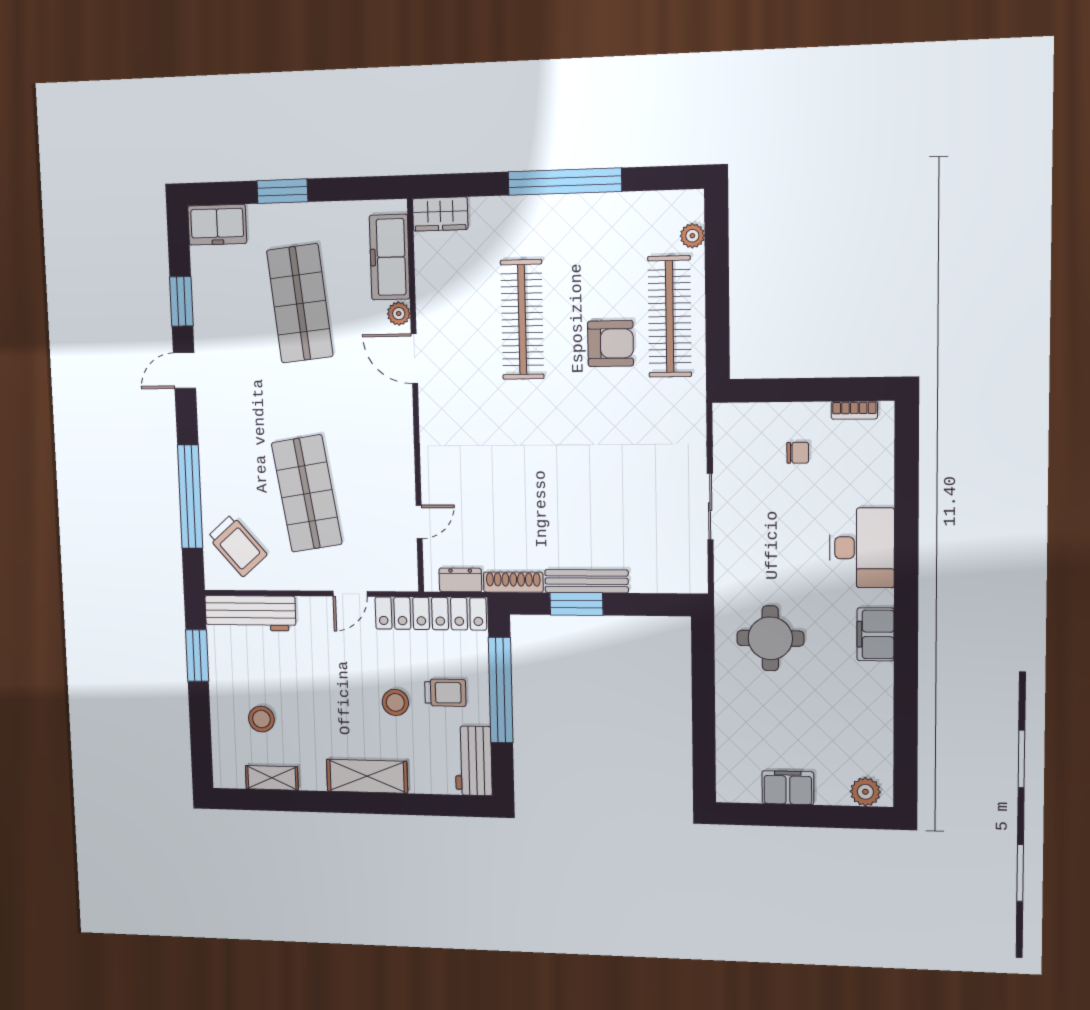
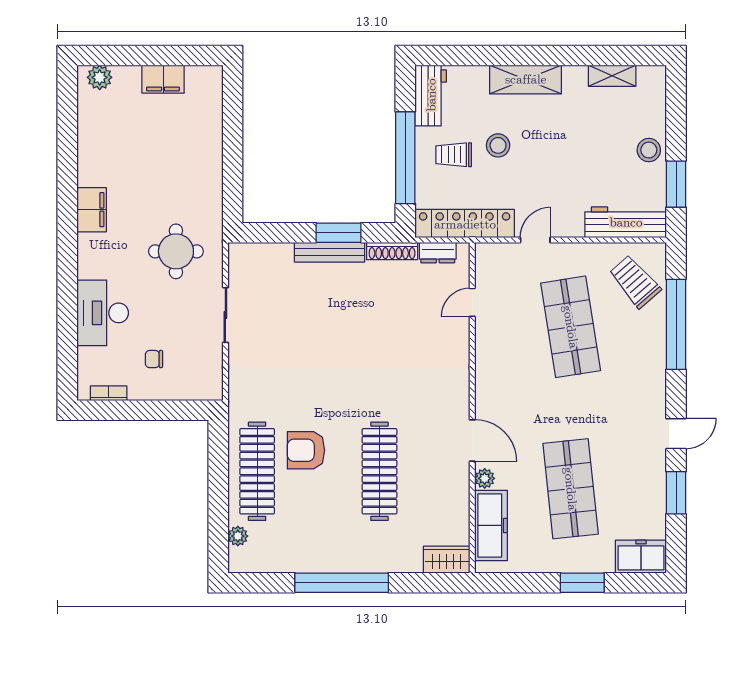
desk: (862, 548) -> (103, 313), moved
round table: (770, 638) -> (176, 251), moved
stool: (261, 719) -> (649, 150), moved

